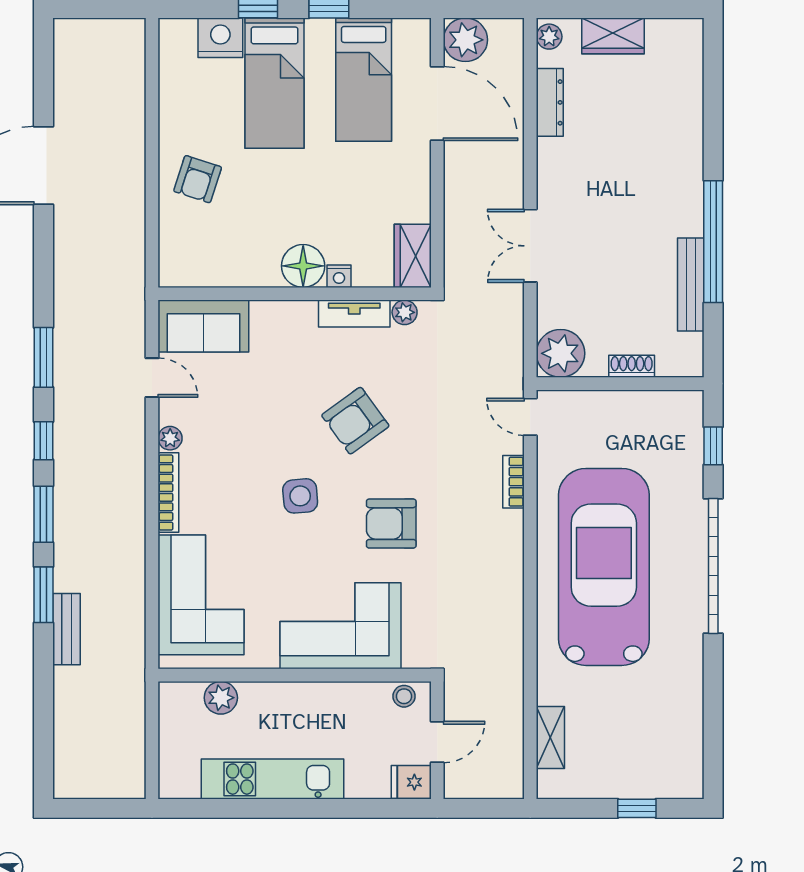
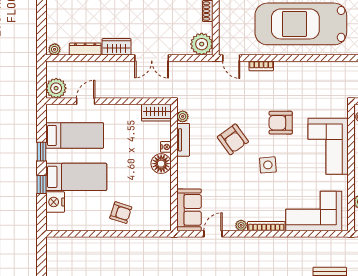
wardrobe: (613, 36) -> (116, 47), moved, turned -90
door: (437, 103) -> (86, 101), width x0.53
door: (530, 417) -> (231, 58), hinge flipped
armchair: (391, 524) -> (281, 123), turned 90

